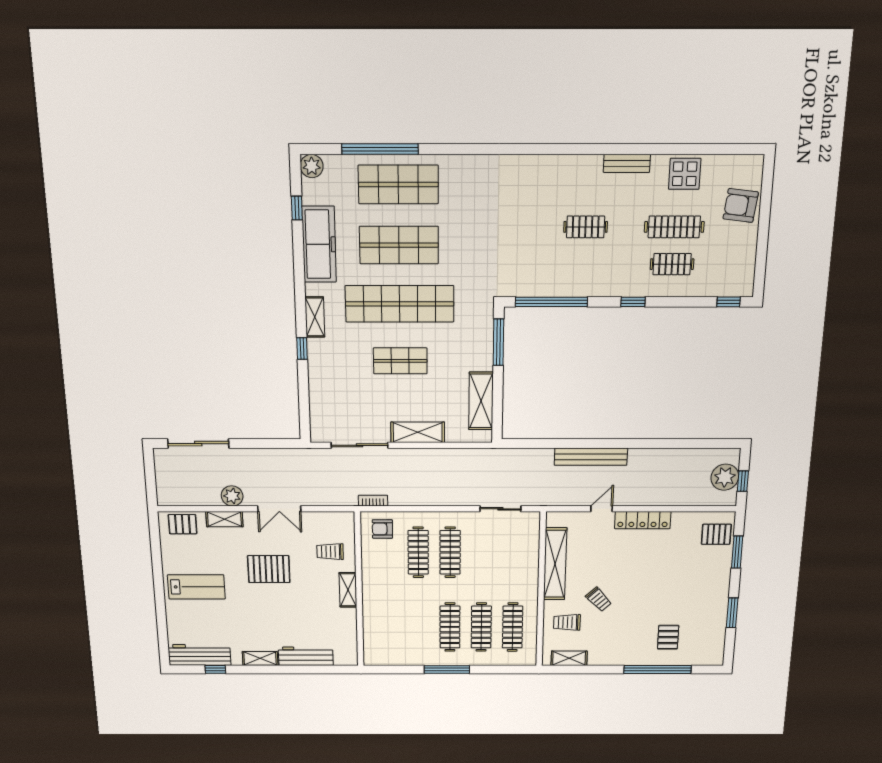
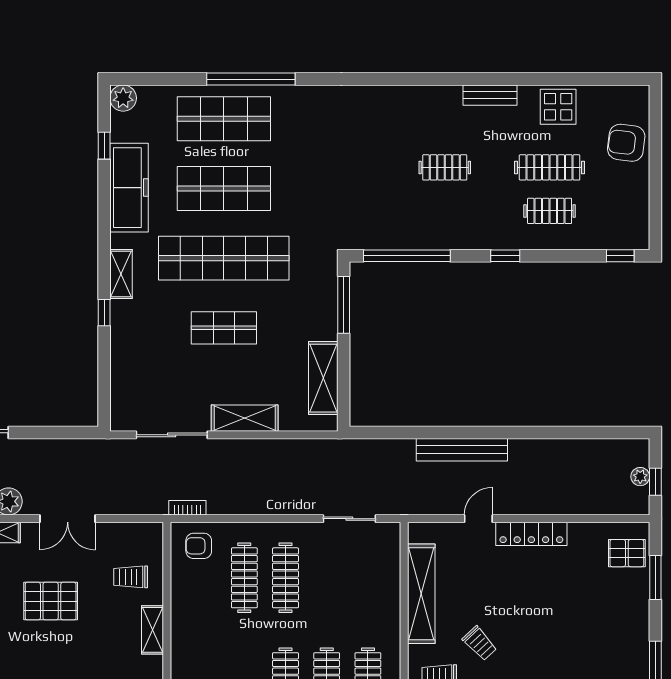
window: (380, 149) -> (251, 79), moved
plant: (725, 477) -> (640, 477), width x0.53, depth x0.53

